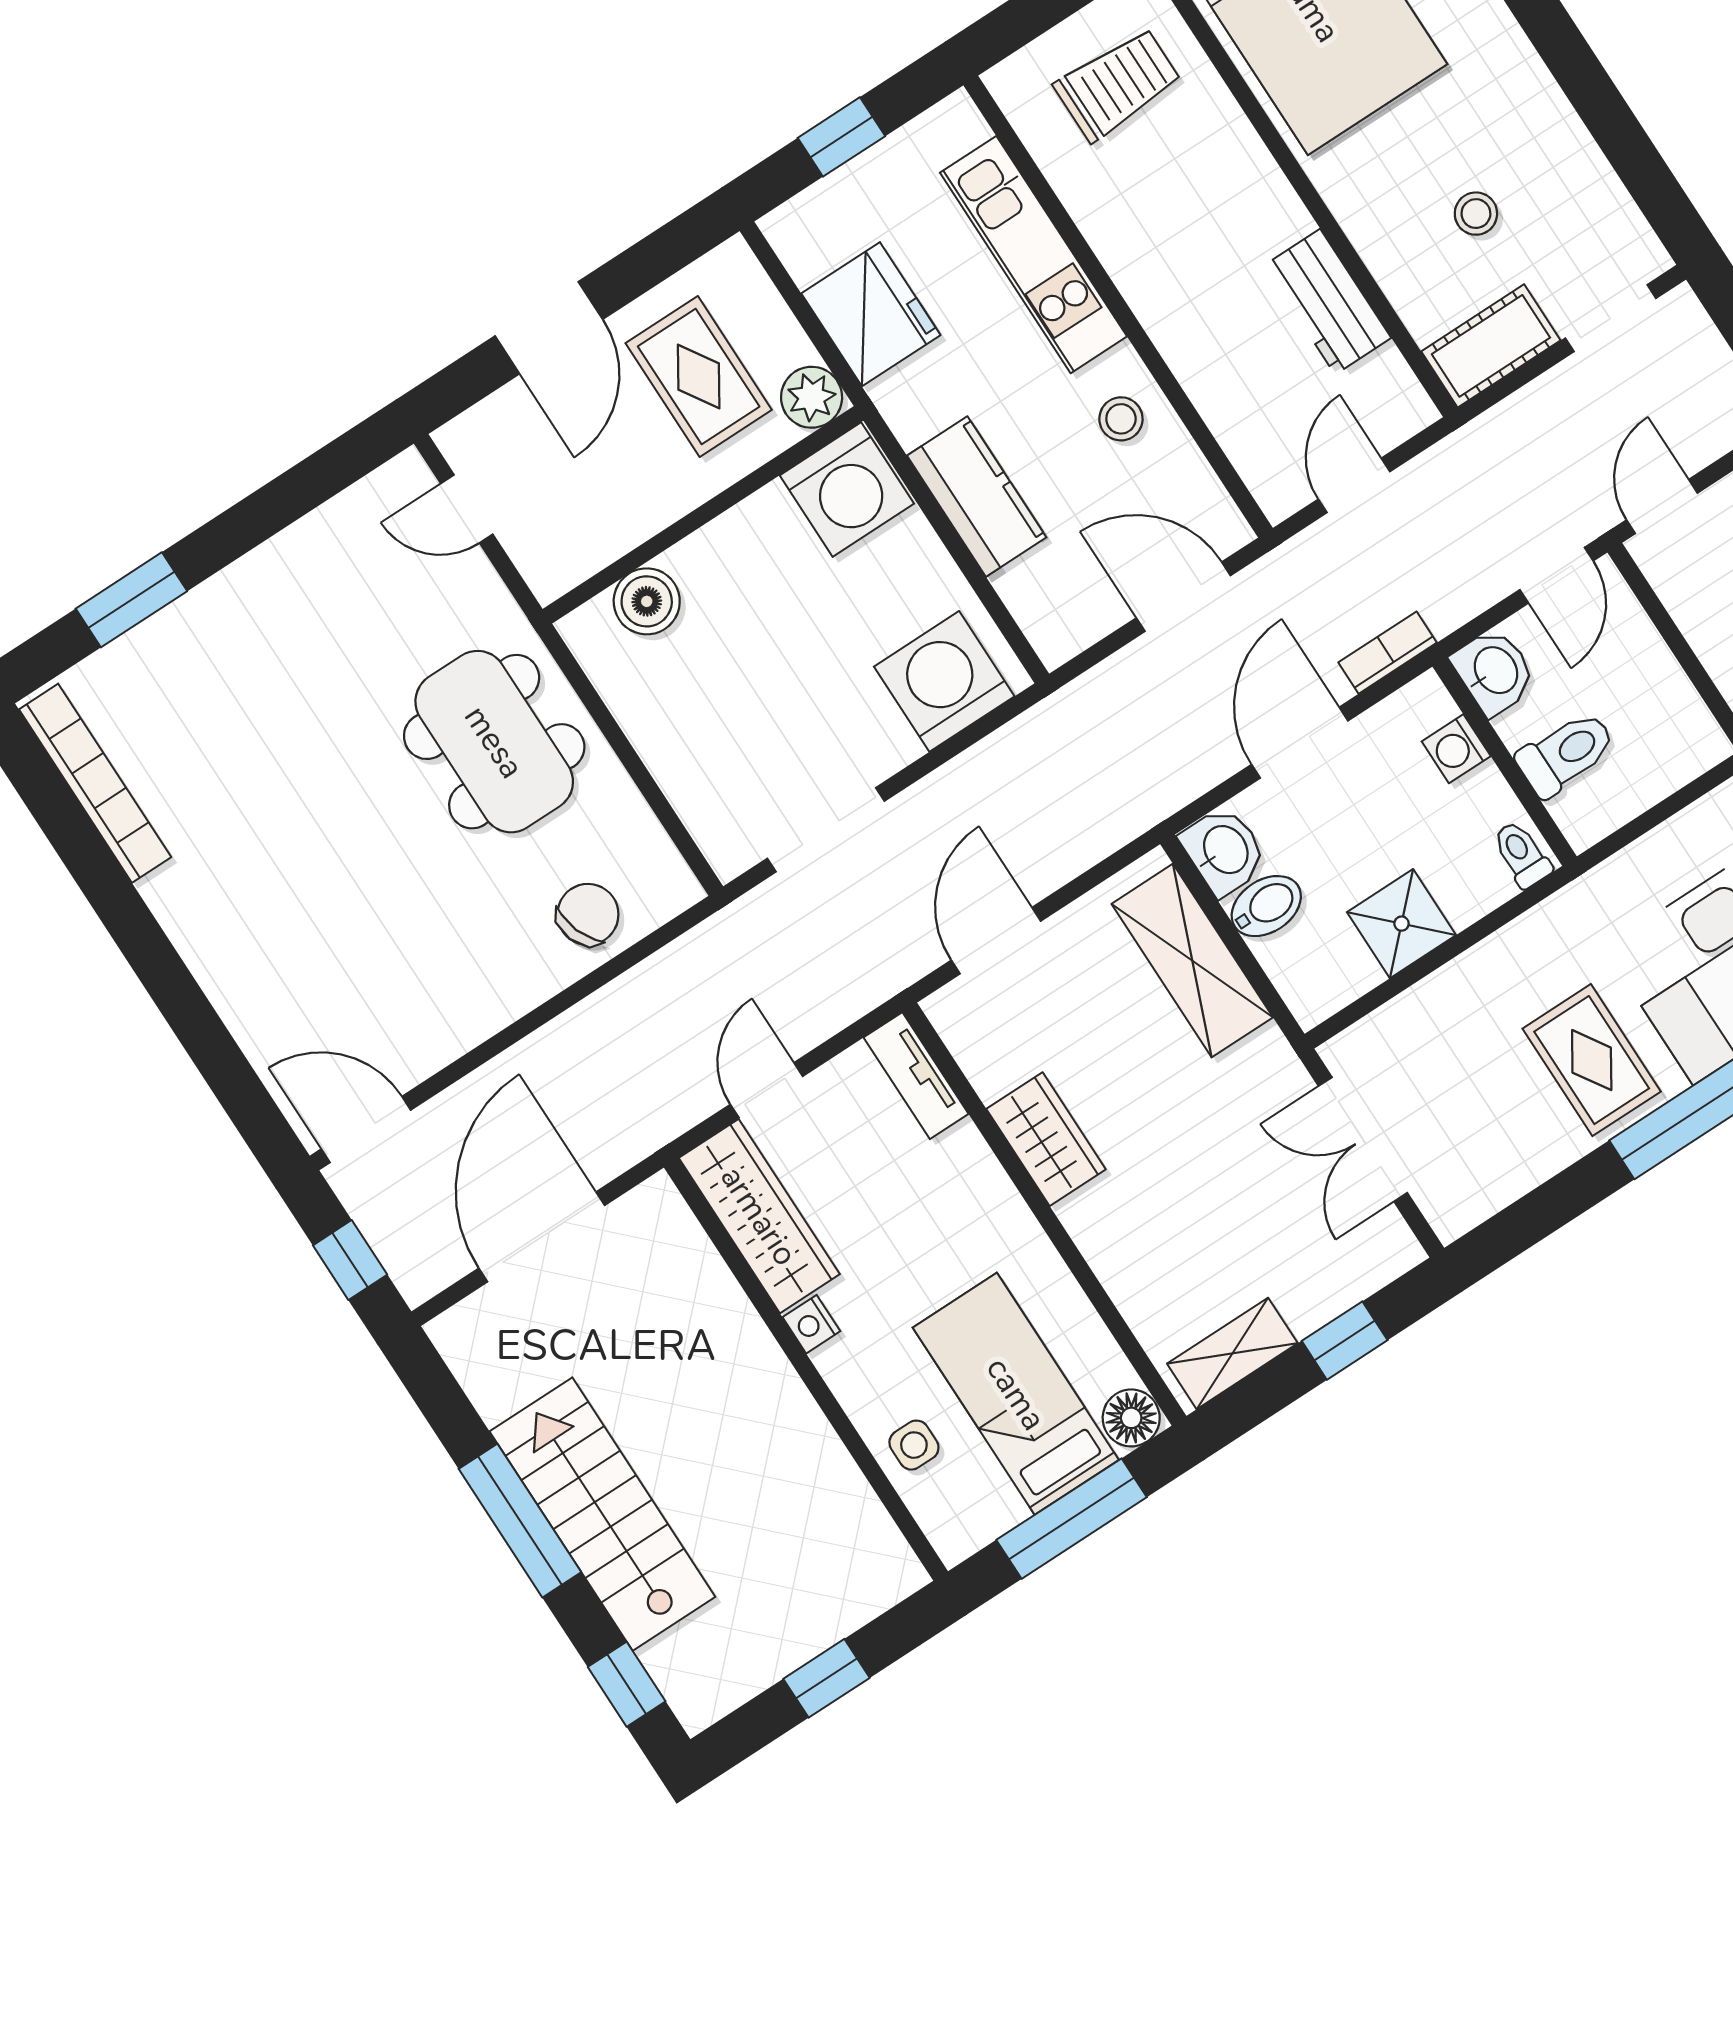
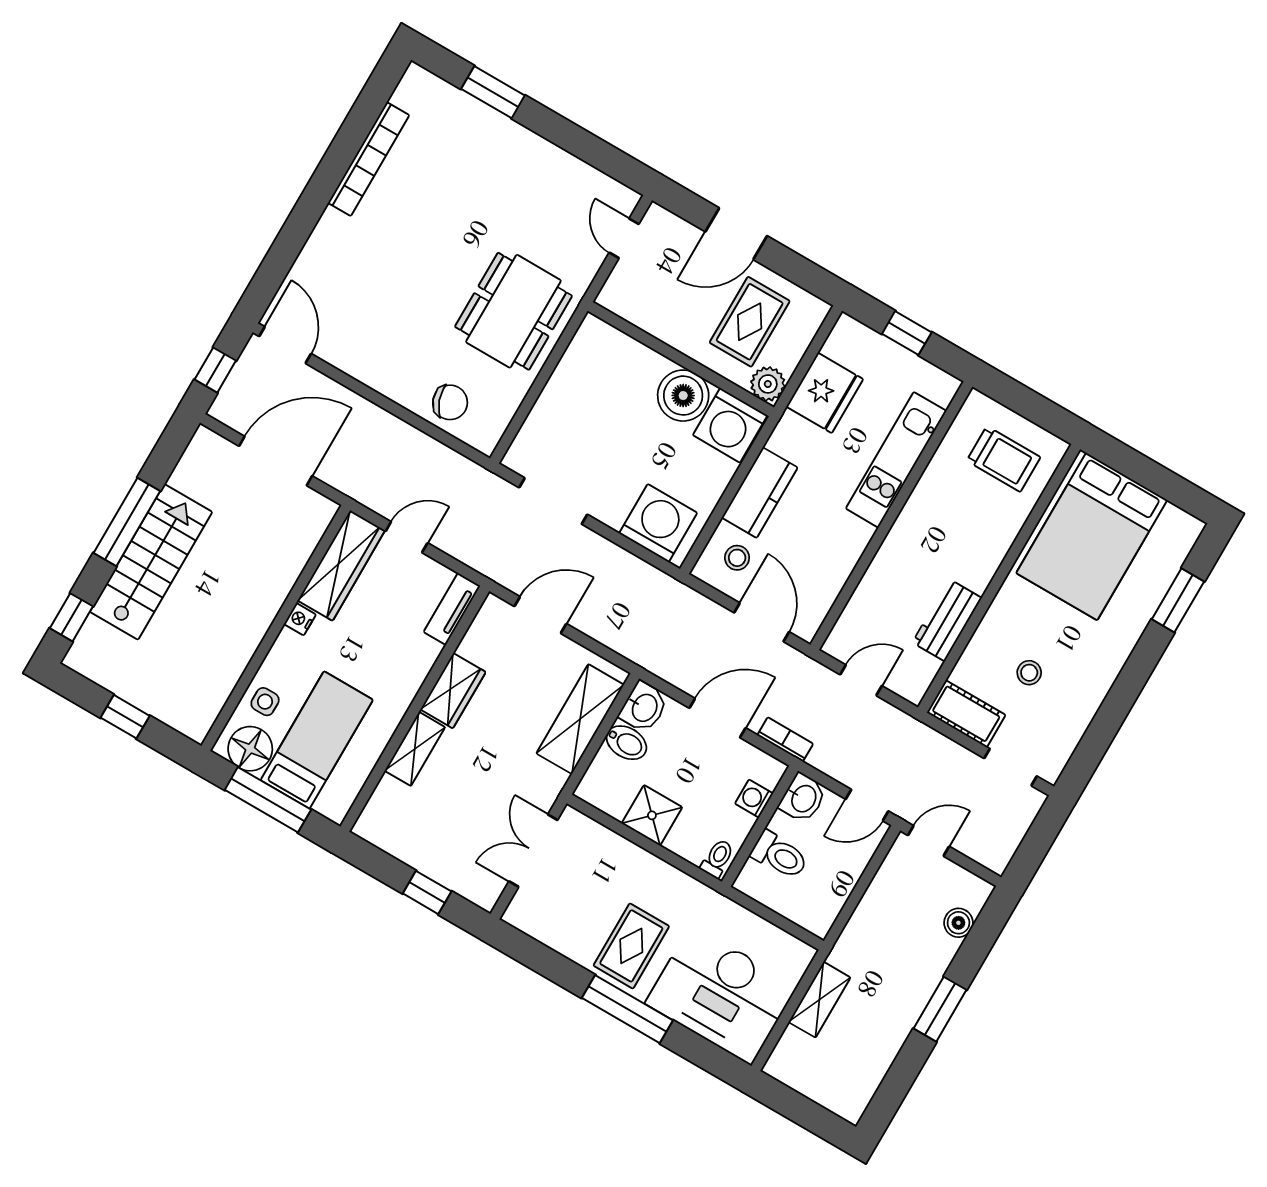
stool: (1121, 419) -> (737, 558), moved
boiler: (647, 601) -> (683, 396), moved, width x1.37, depth x1.37
bookcase: (95, 783) -> (369, 159), moved
shelving: (1232, 1353) -> (415, 749), moved, turned 90
floor lamp: (1131, 1418) -> (250, 749), moved, width x1.38, depth x1.38

